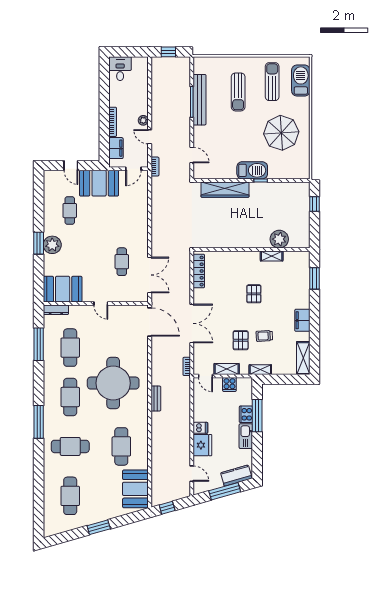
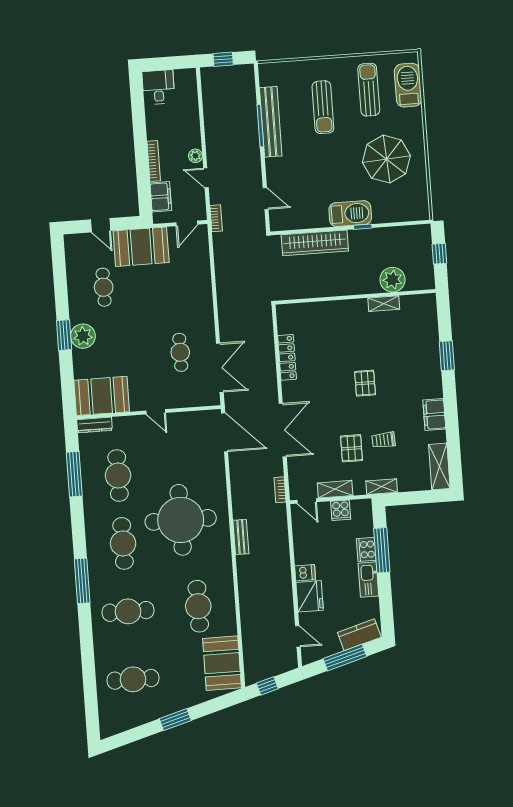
plant: (279, 239) -> (392, 280), moved
wall: (252, 250) -> (355, 297), moved
shelving: (272, 256) -> (384, 304), moved
cafe table: (70, 496) -> (133, 679), turned 90

